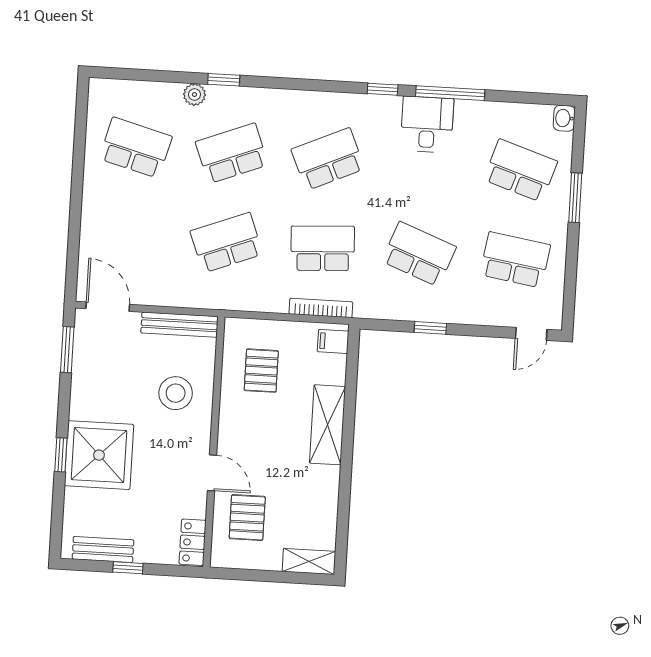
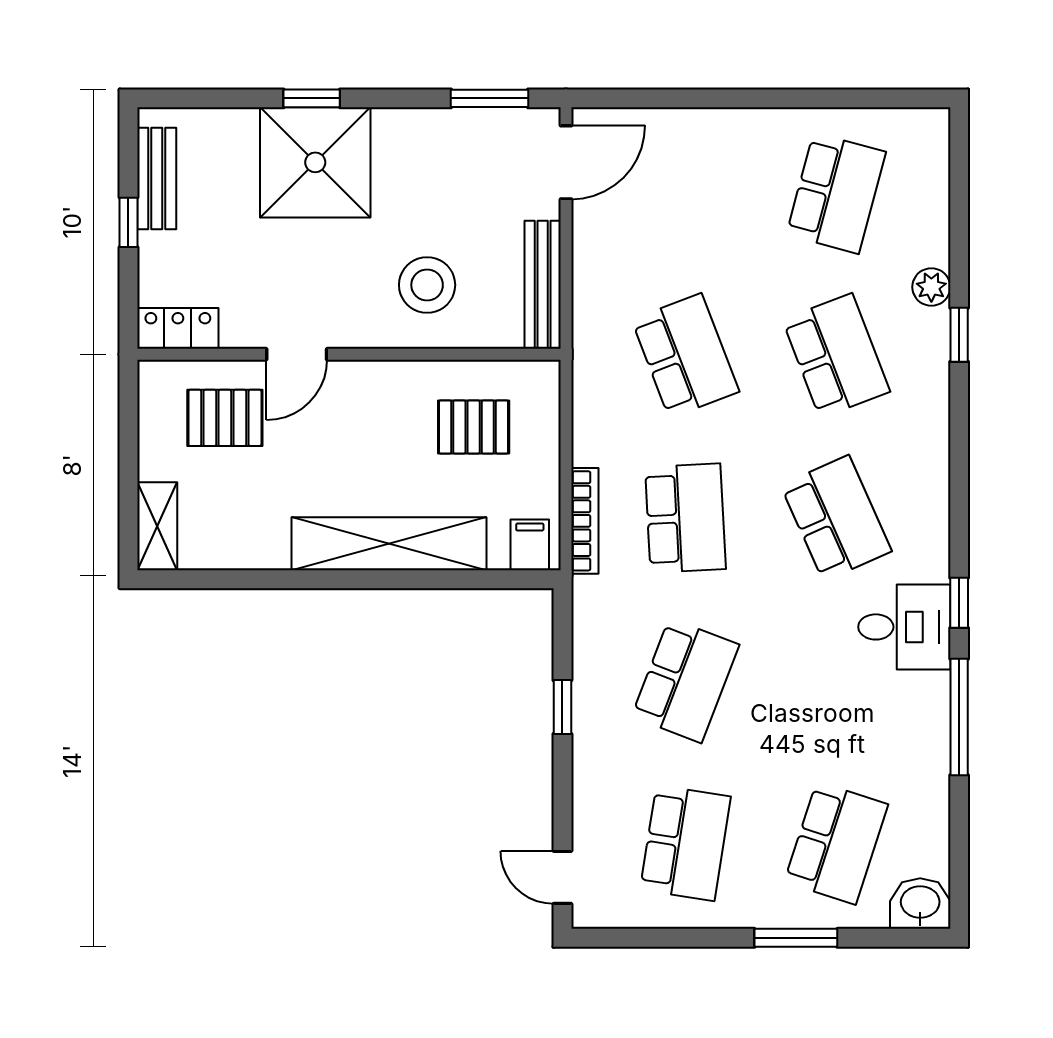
washbasin: (564, 118) -> (920, 904), width x1.38, depth x1.45
desk: (427, 124) -> (904, 627), moved
shelving: (328, 425) -> (389, 544), width x1.47

